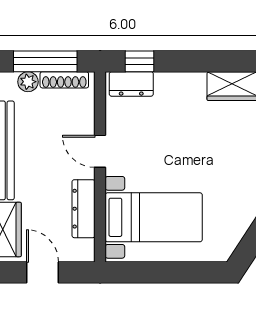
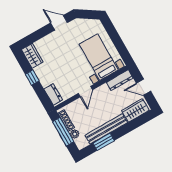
window: (140, 61) -> (32, 78), moved
dresser: (84, 209) -> (120, 80), moved
door: (43, 272) -> (144, 87), hinge flipped

